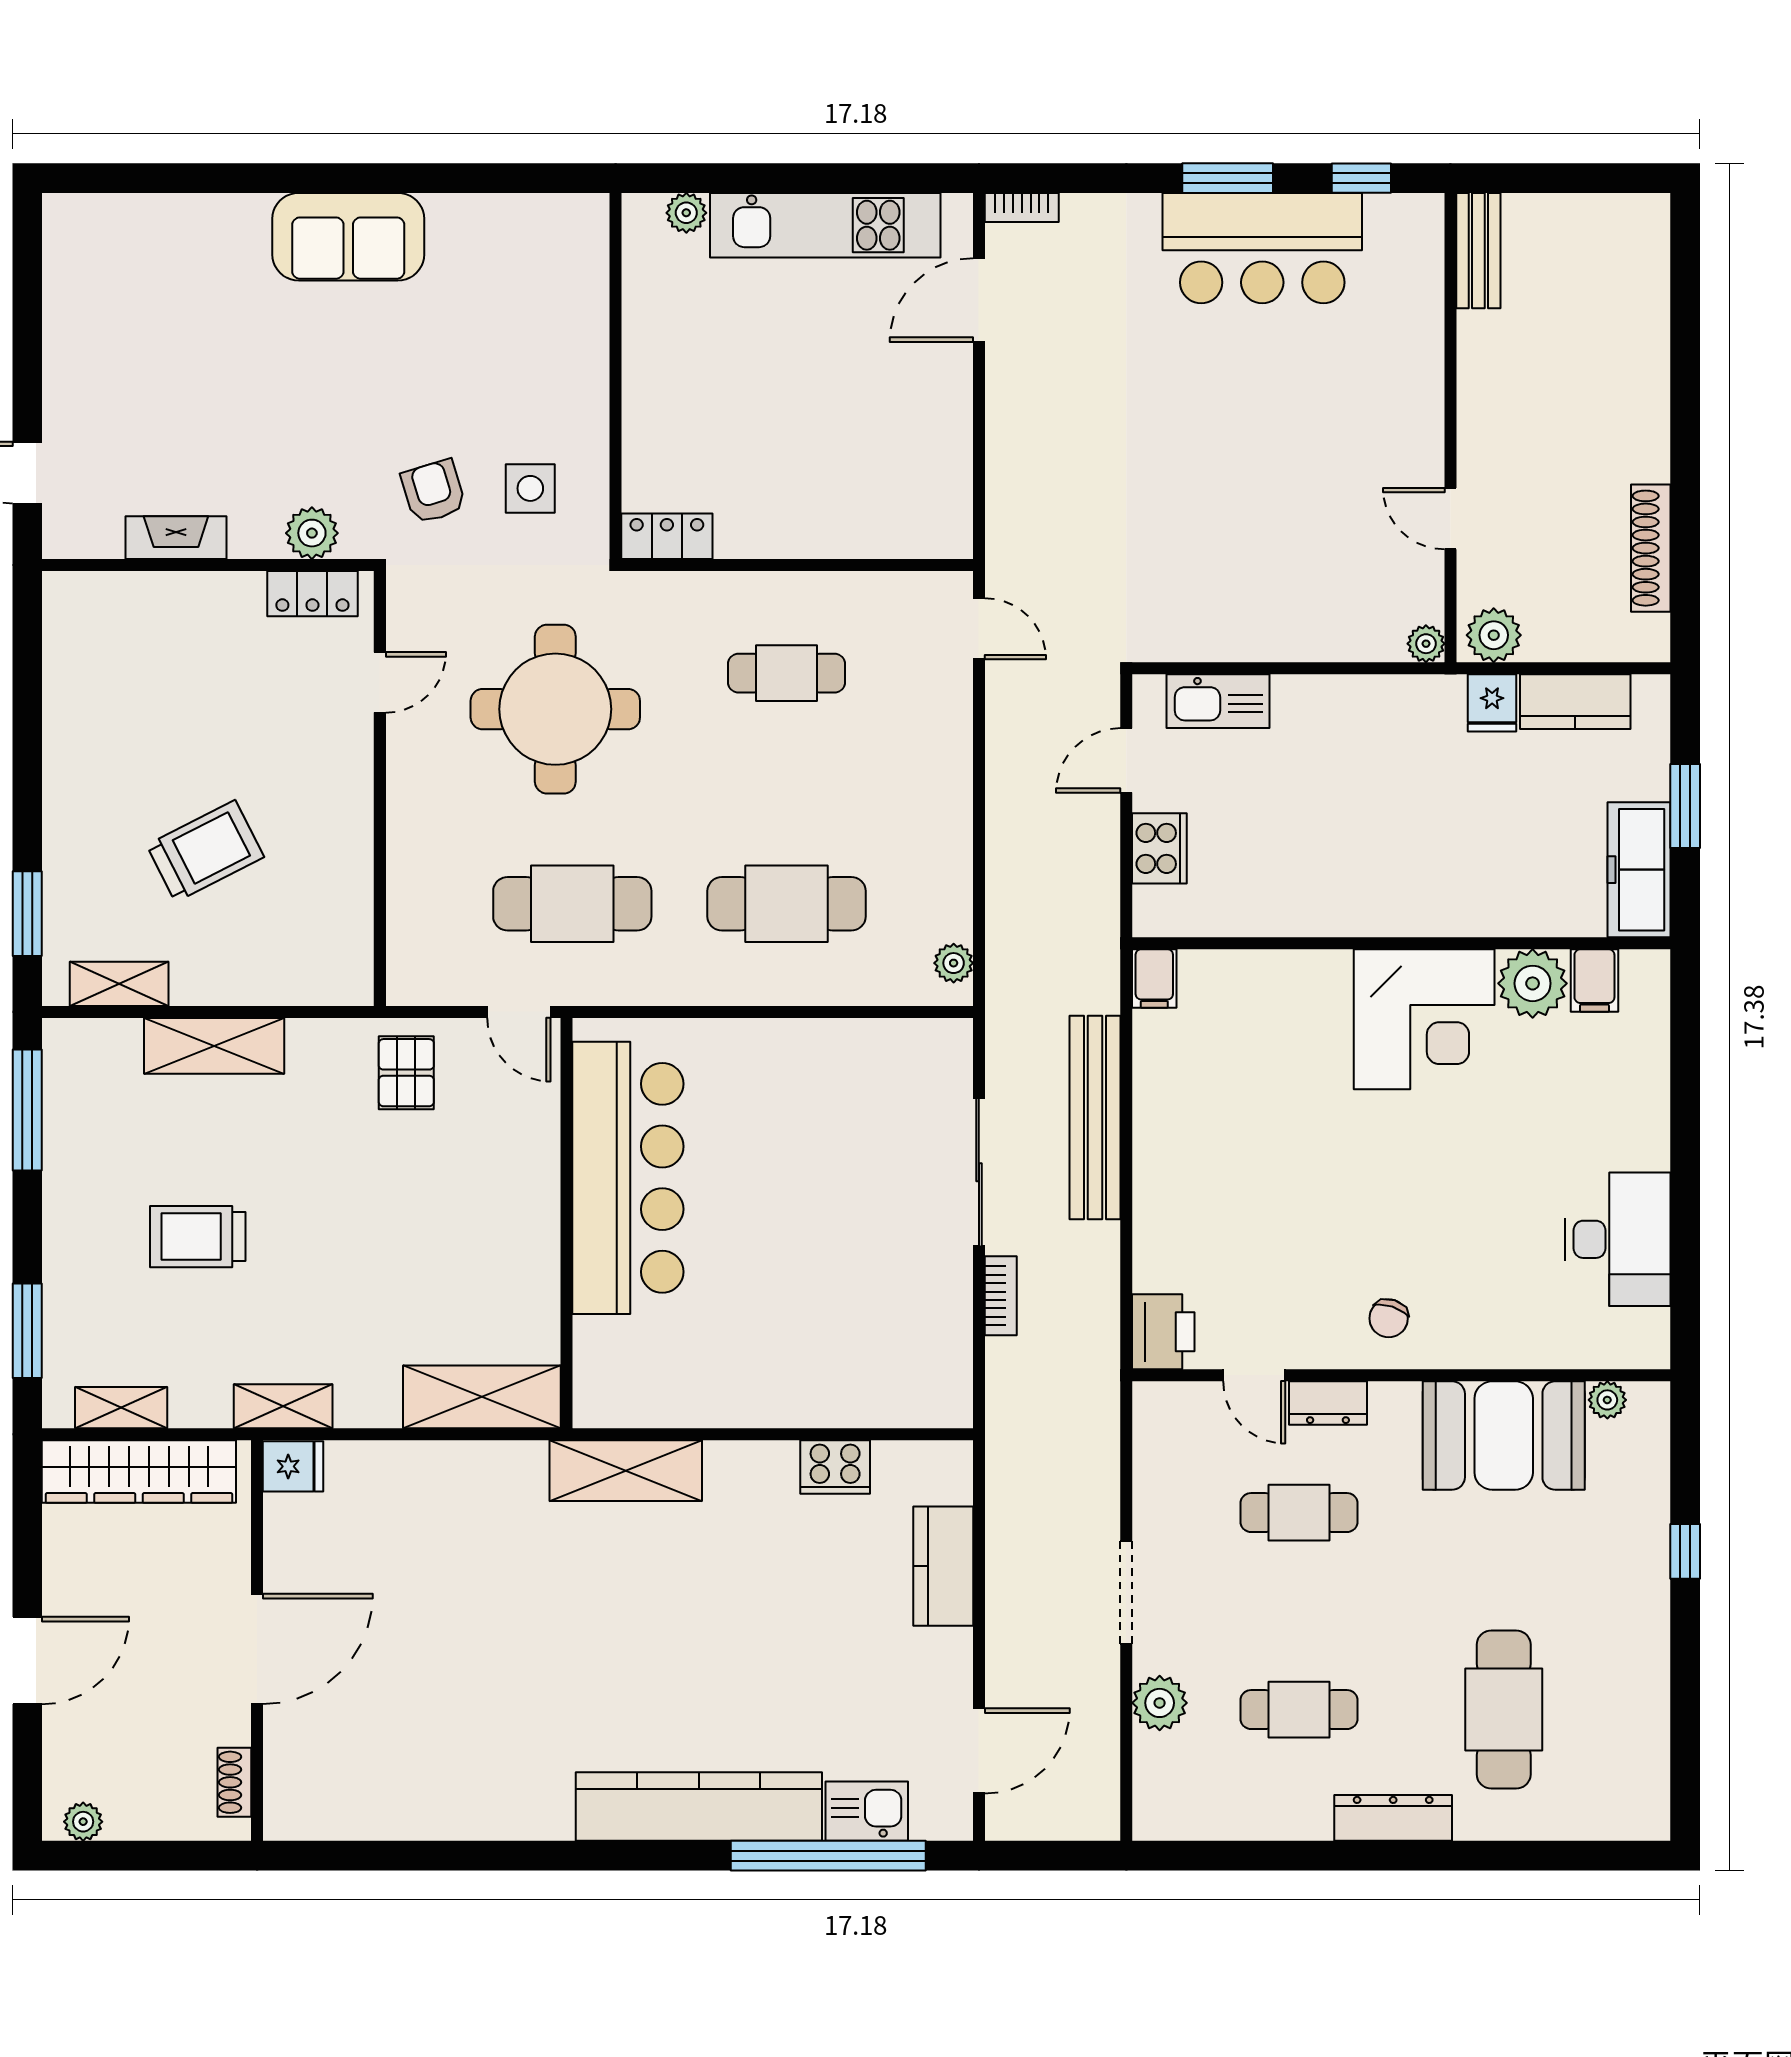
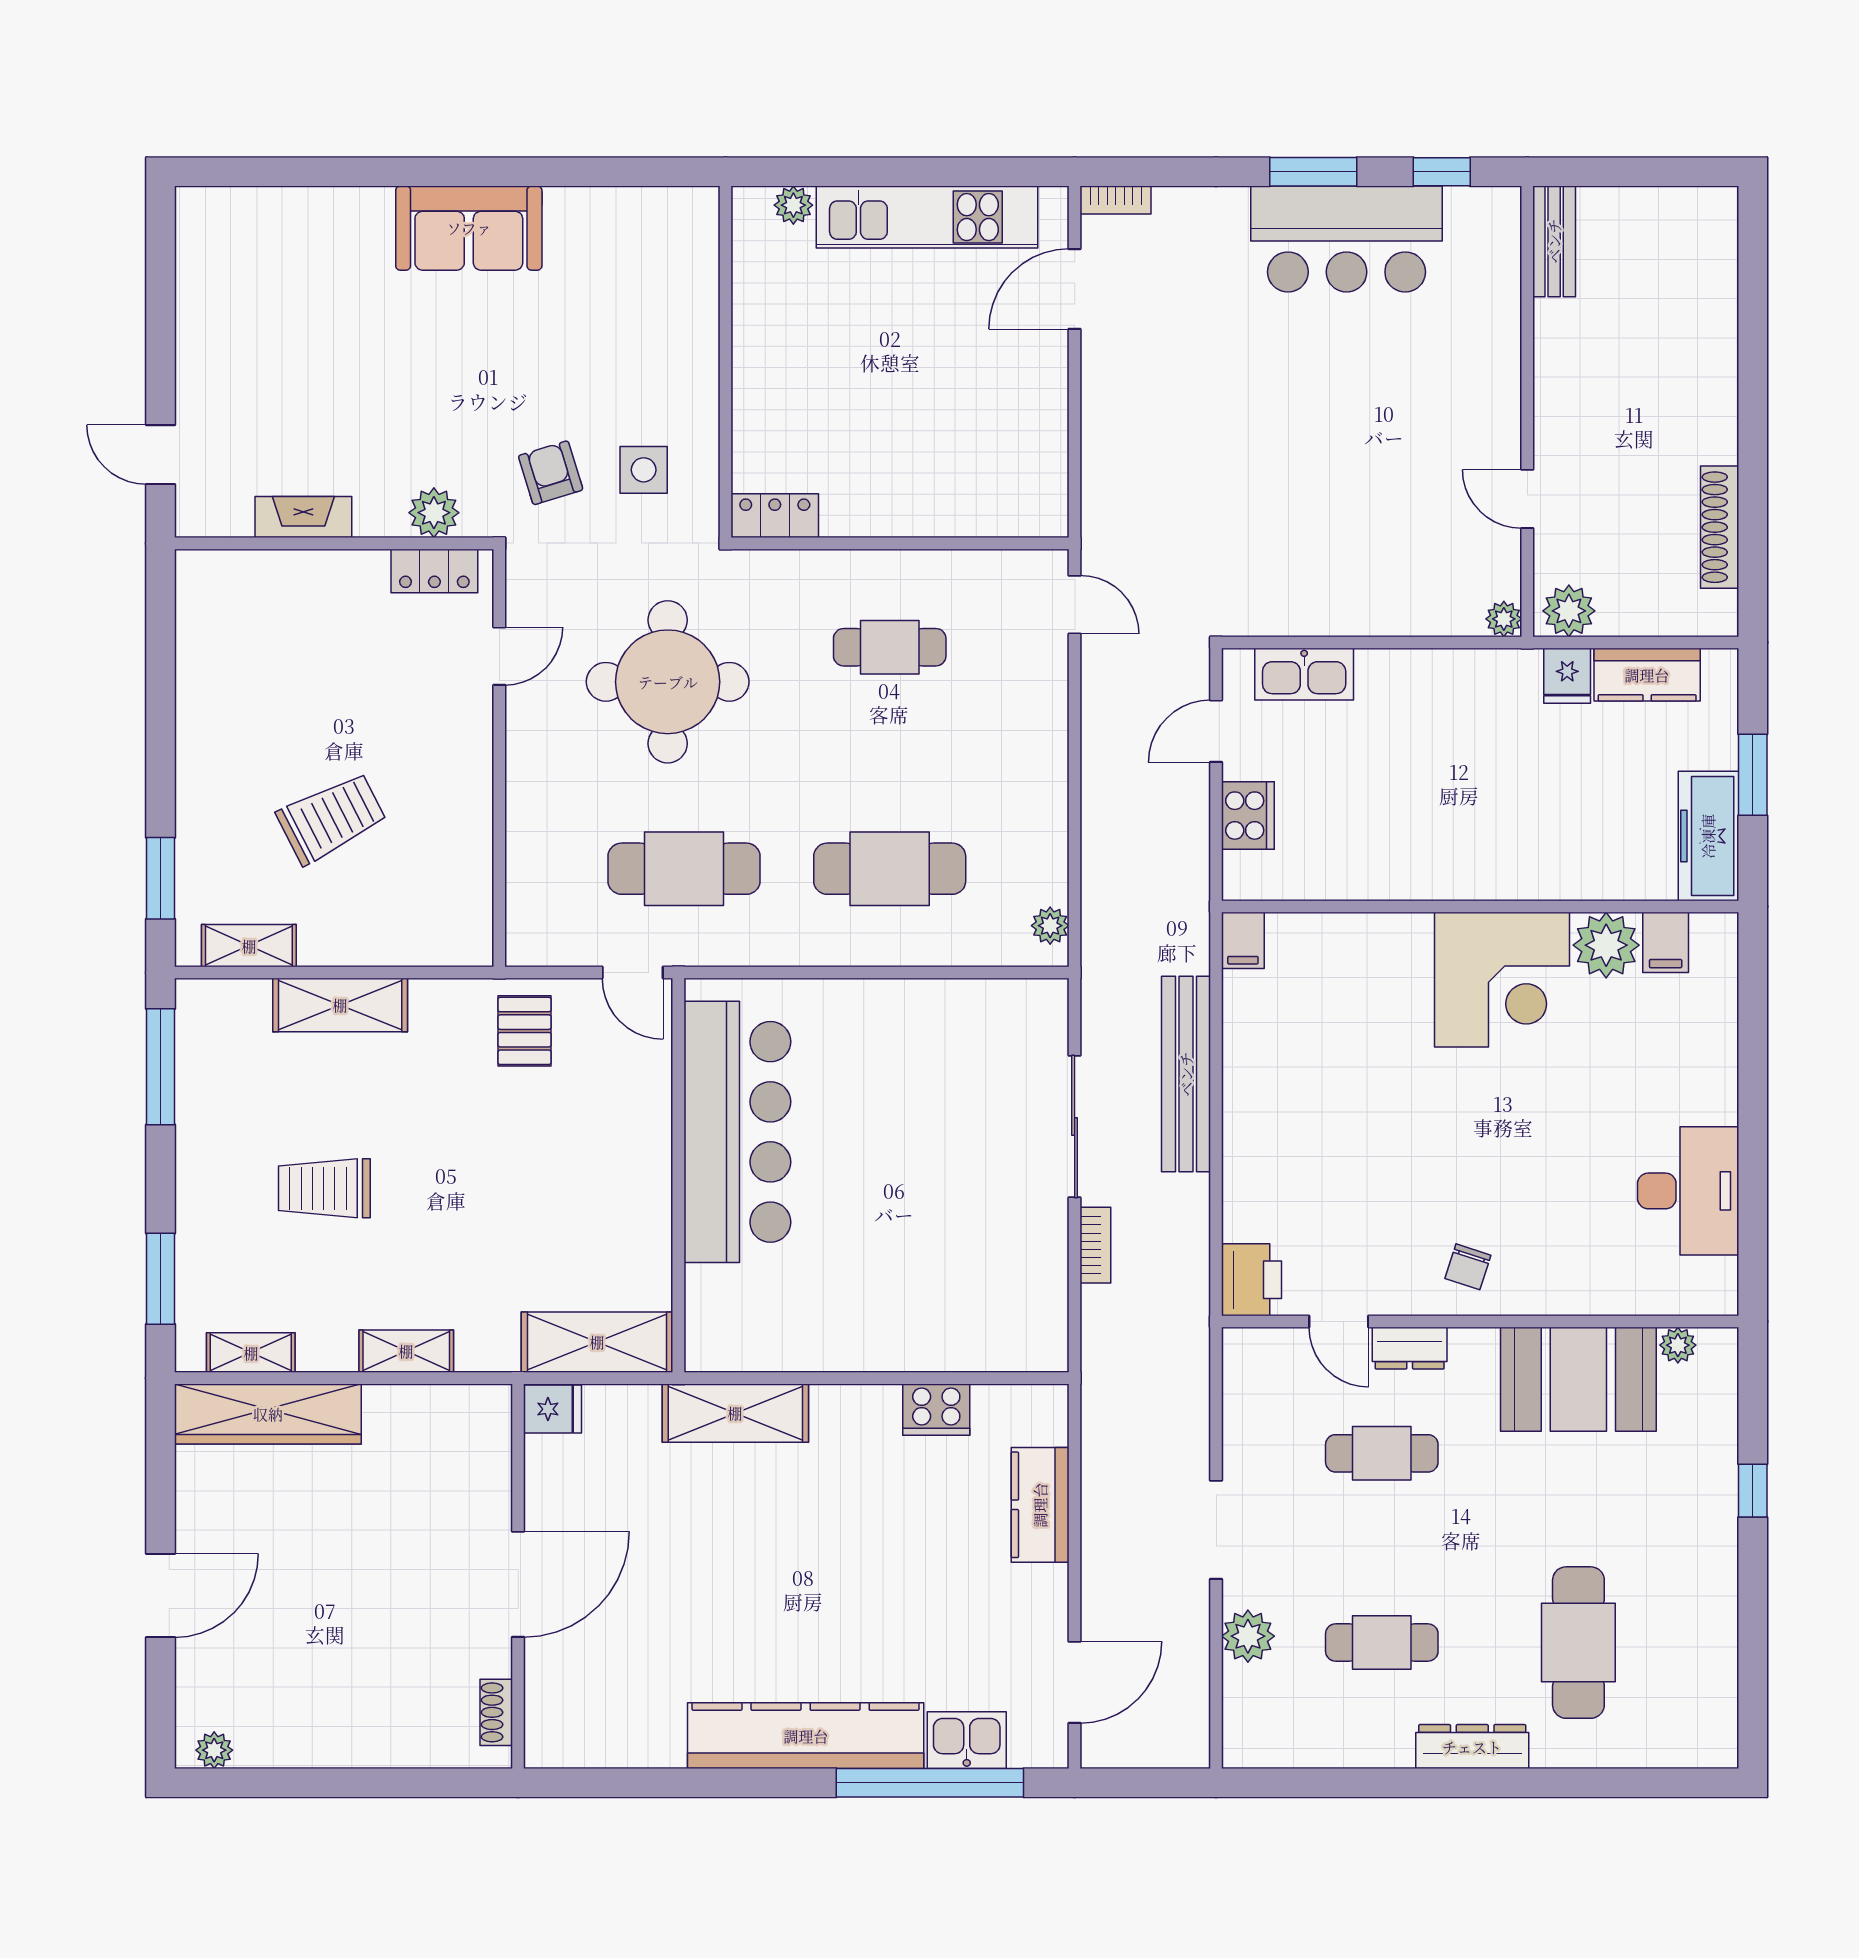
fridge: (293, 1466) -> (553, 1409), moved
wall: (257, 1641) -> (518, 1576), moved
door: (257, 1649) -> (518, 1584), moved
shoe rack: (234, 1782) -> (496, 1712), moved

